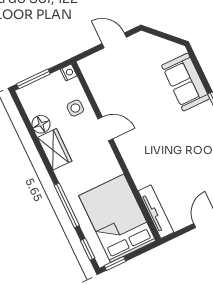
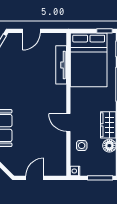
door: (114, 40) -> (35, 178), swing flipped
tv unit: (156, 212) -> (61, 65), moved

